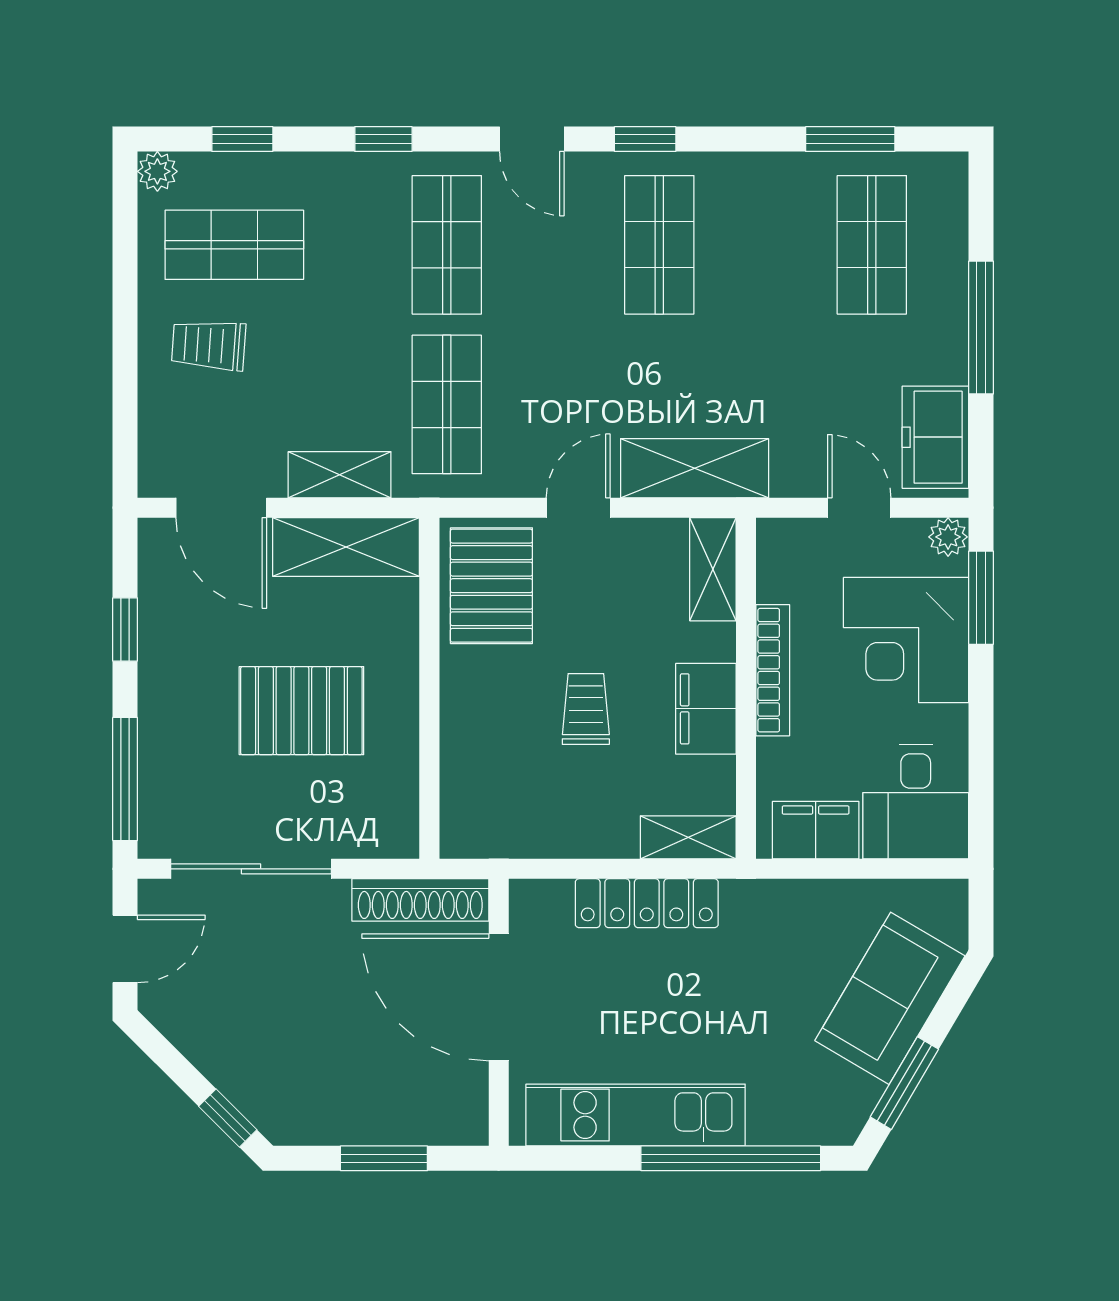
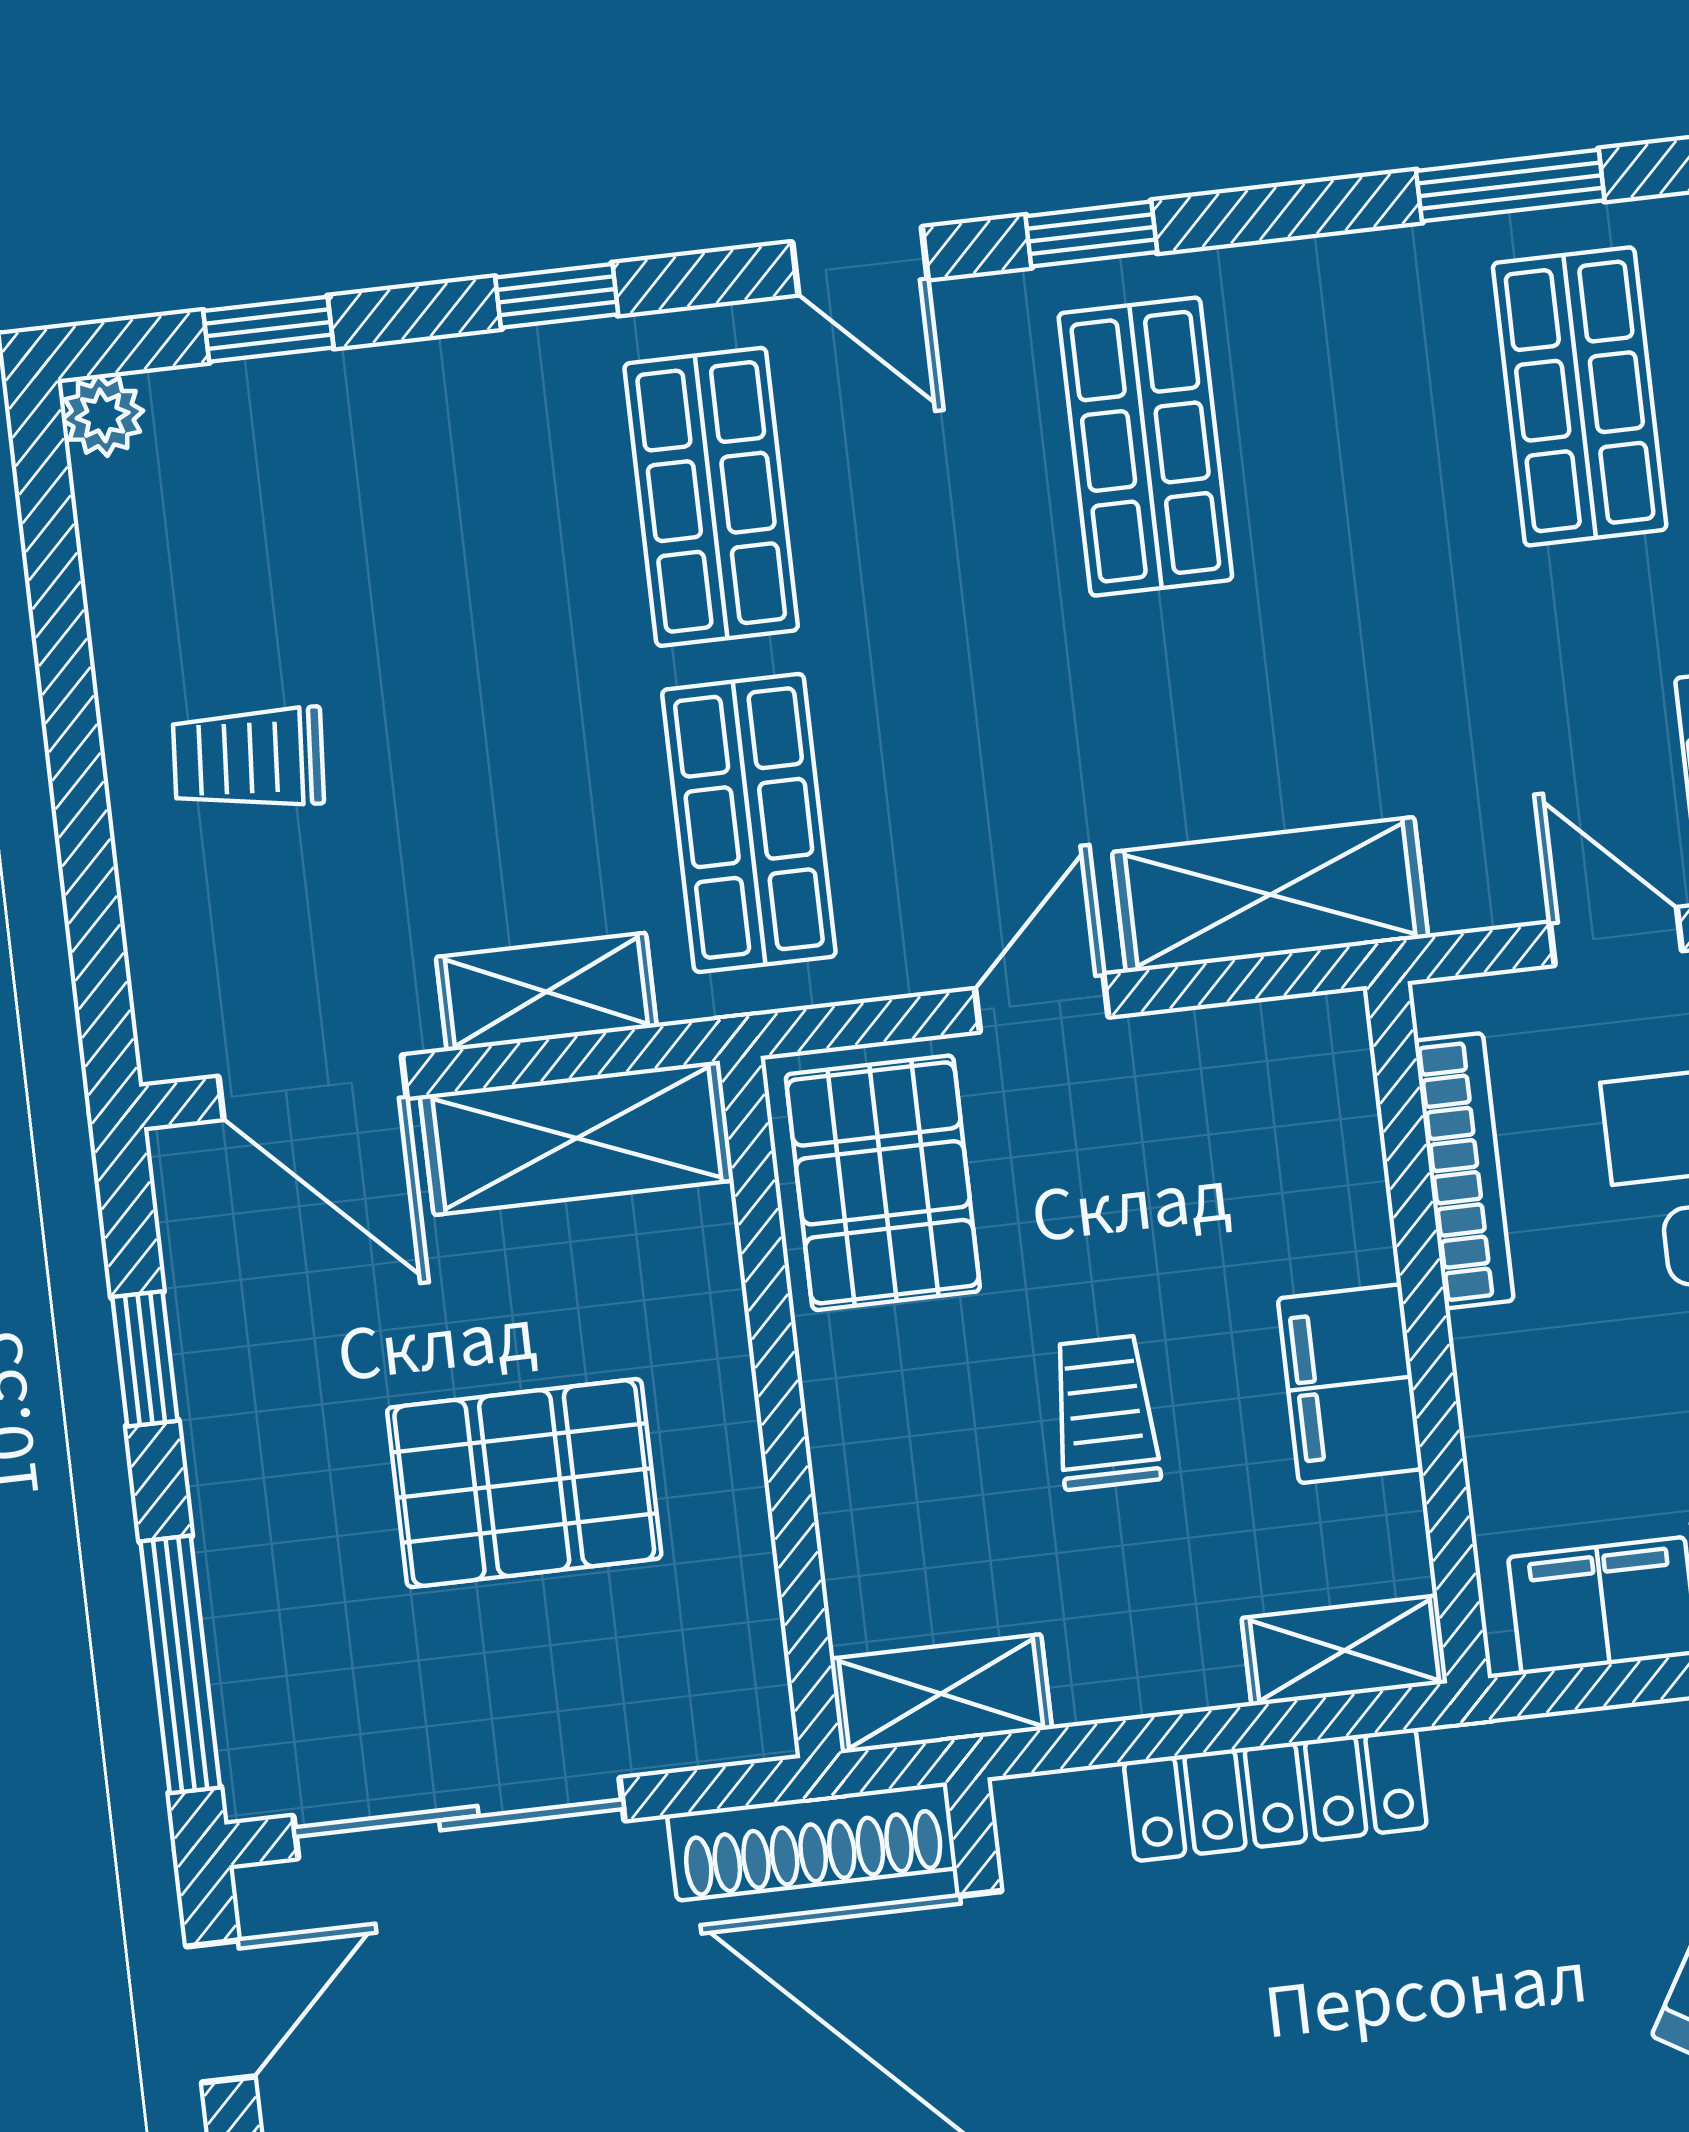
shop shelf: (234, 245) -> (277, 547), removed
shelving: (713, 569) -> (941, 1694), moved, turned 90
bookcase: (773, 670) -> (1464, 1171), moved

